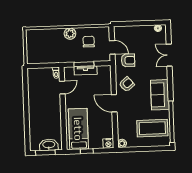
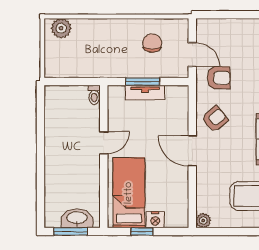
plant: (70, 34) -> (61, 28), moved
door: (62, 88) -> (104, 143), moved
nightstand: (108, 143) -> (155, 220), moved

